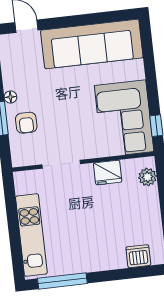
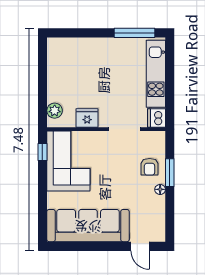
armchair: (26, 123) -> (150, 167), turned 180
dishwasher: (138, 256) -> (156, 118), moved, turned 90

